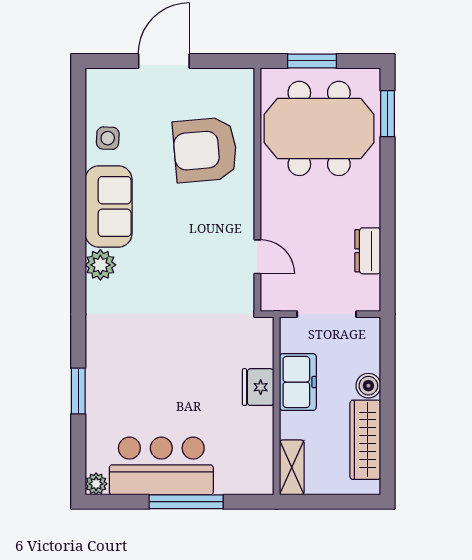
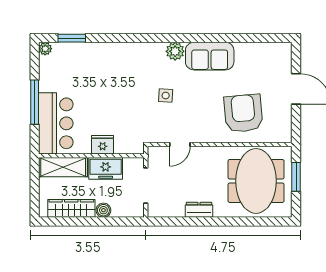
window: (388, 114) -> (265, 222), removed
side table: (108, 138) -> (166, 96), moved
dresser: (368, 251) -> (199, 210), moved
window: (78, 391) -> (72, 38), moved
bar counter: (161, 466) -> (56, 123), moved
shelving: (292, 467) -> (63, 167), width x1.50, depth x1.33

